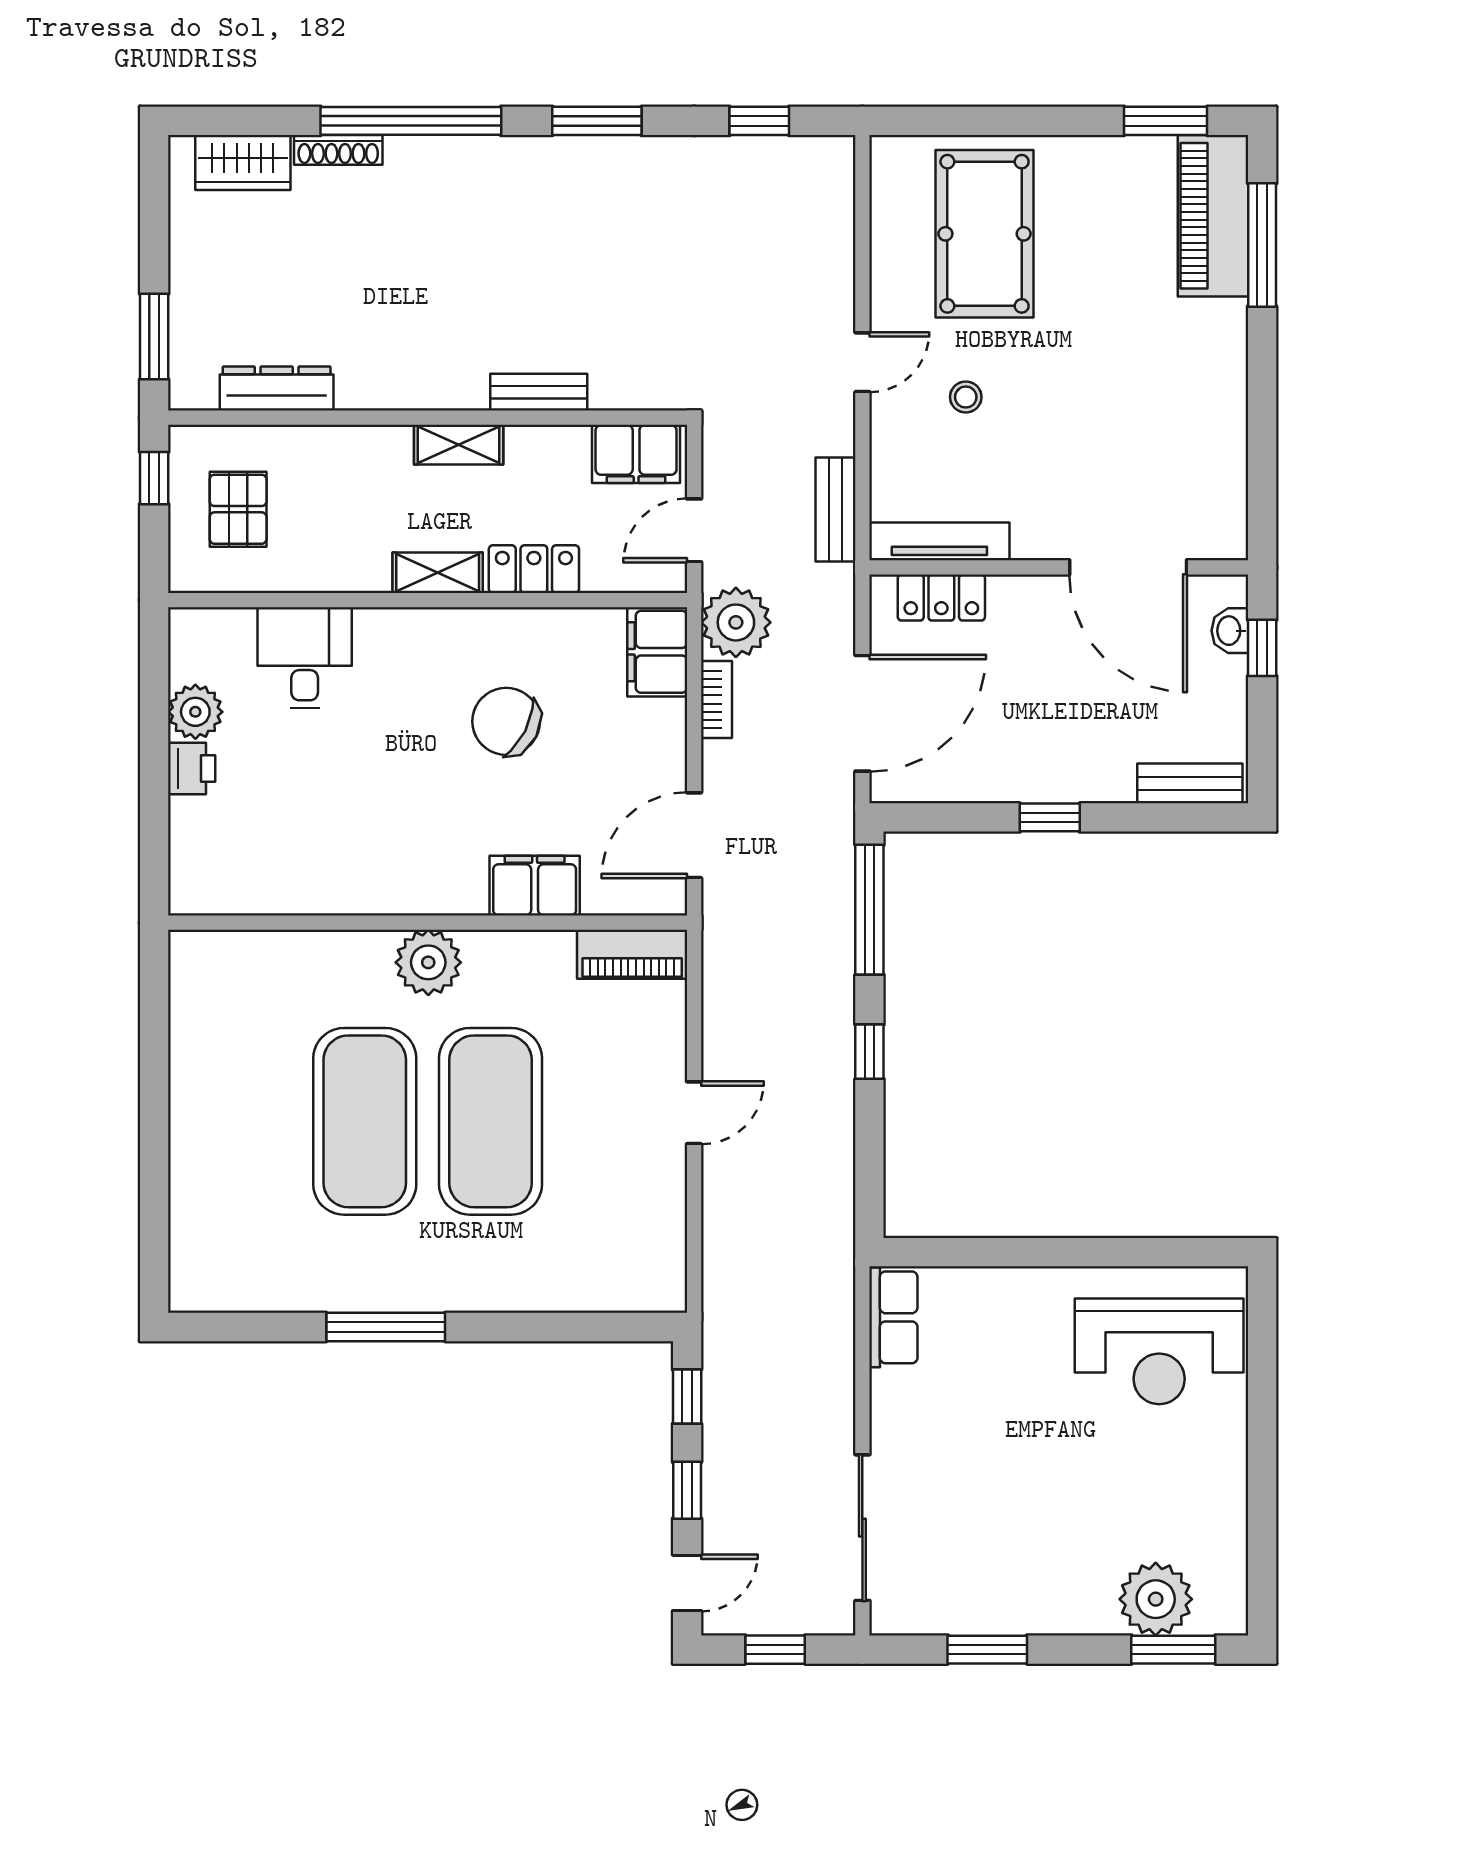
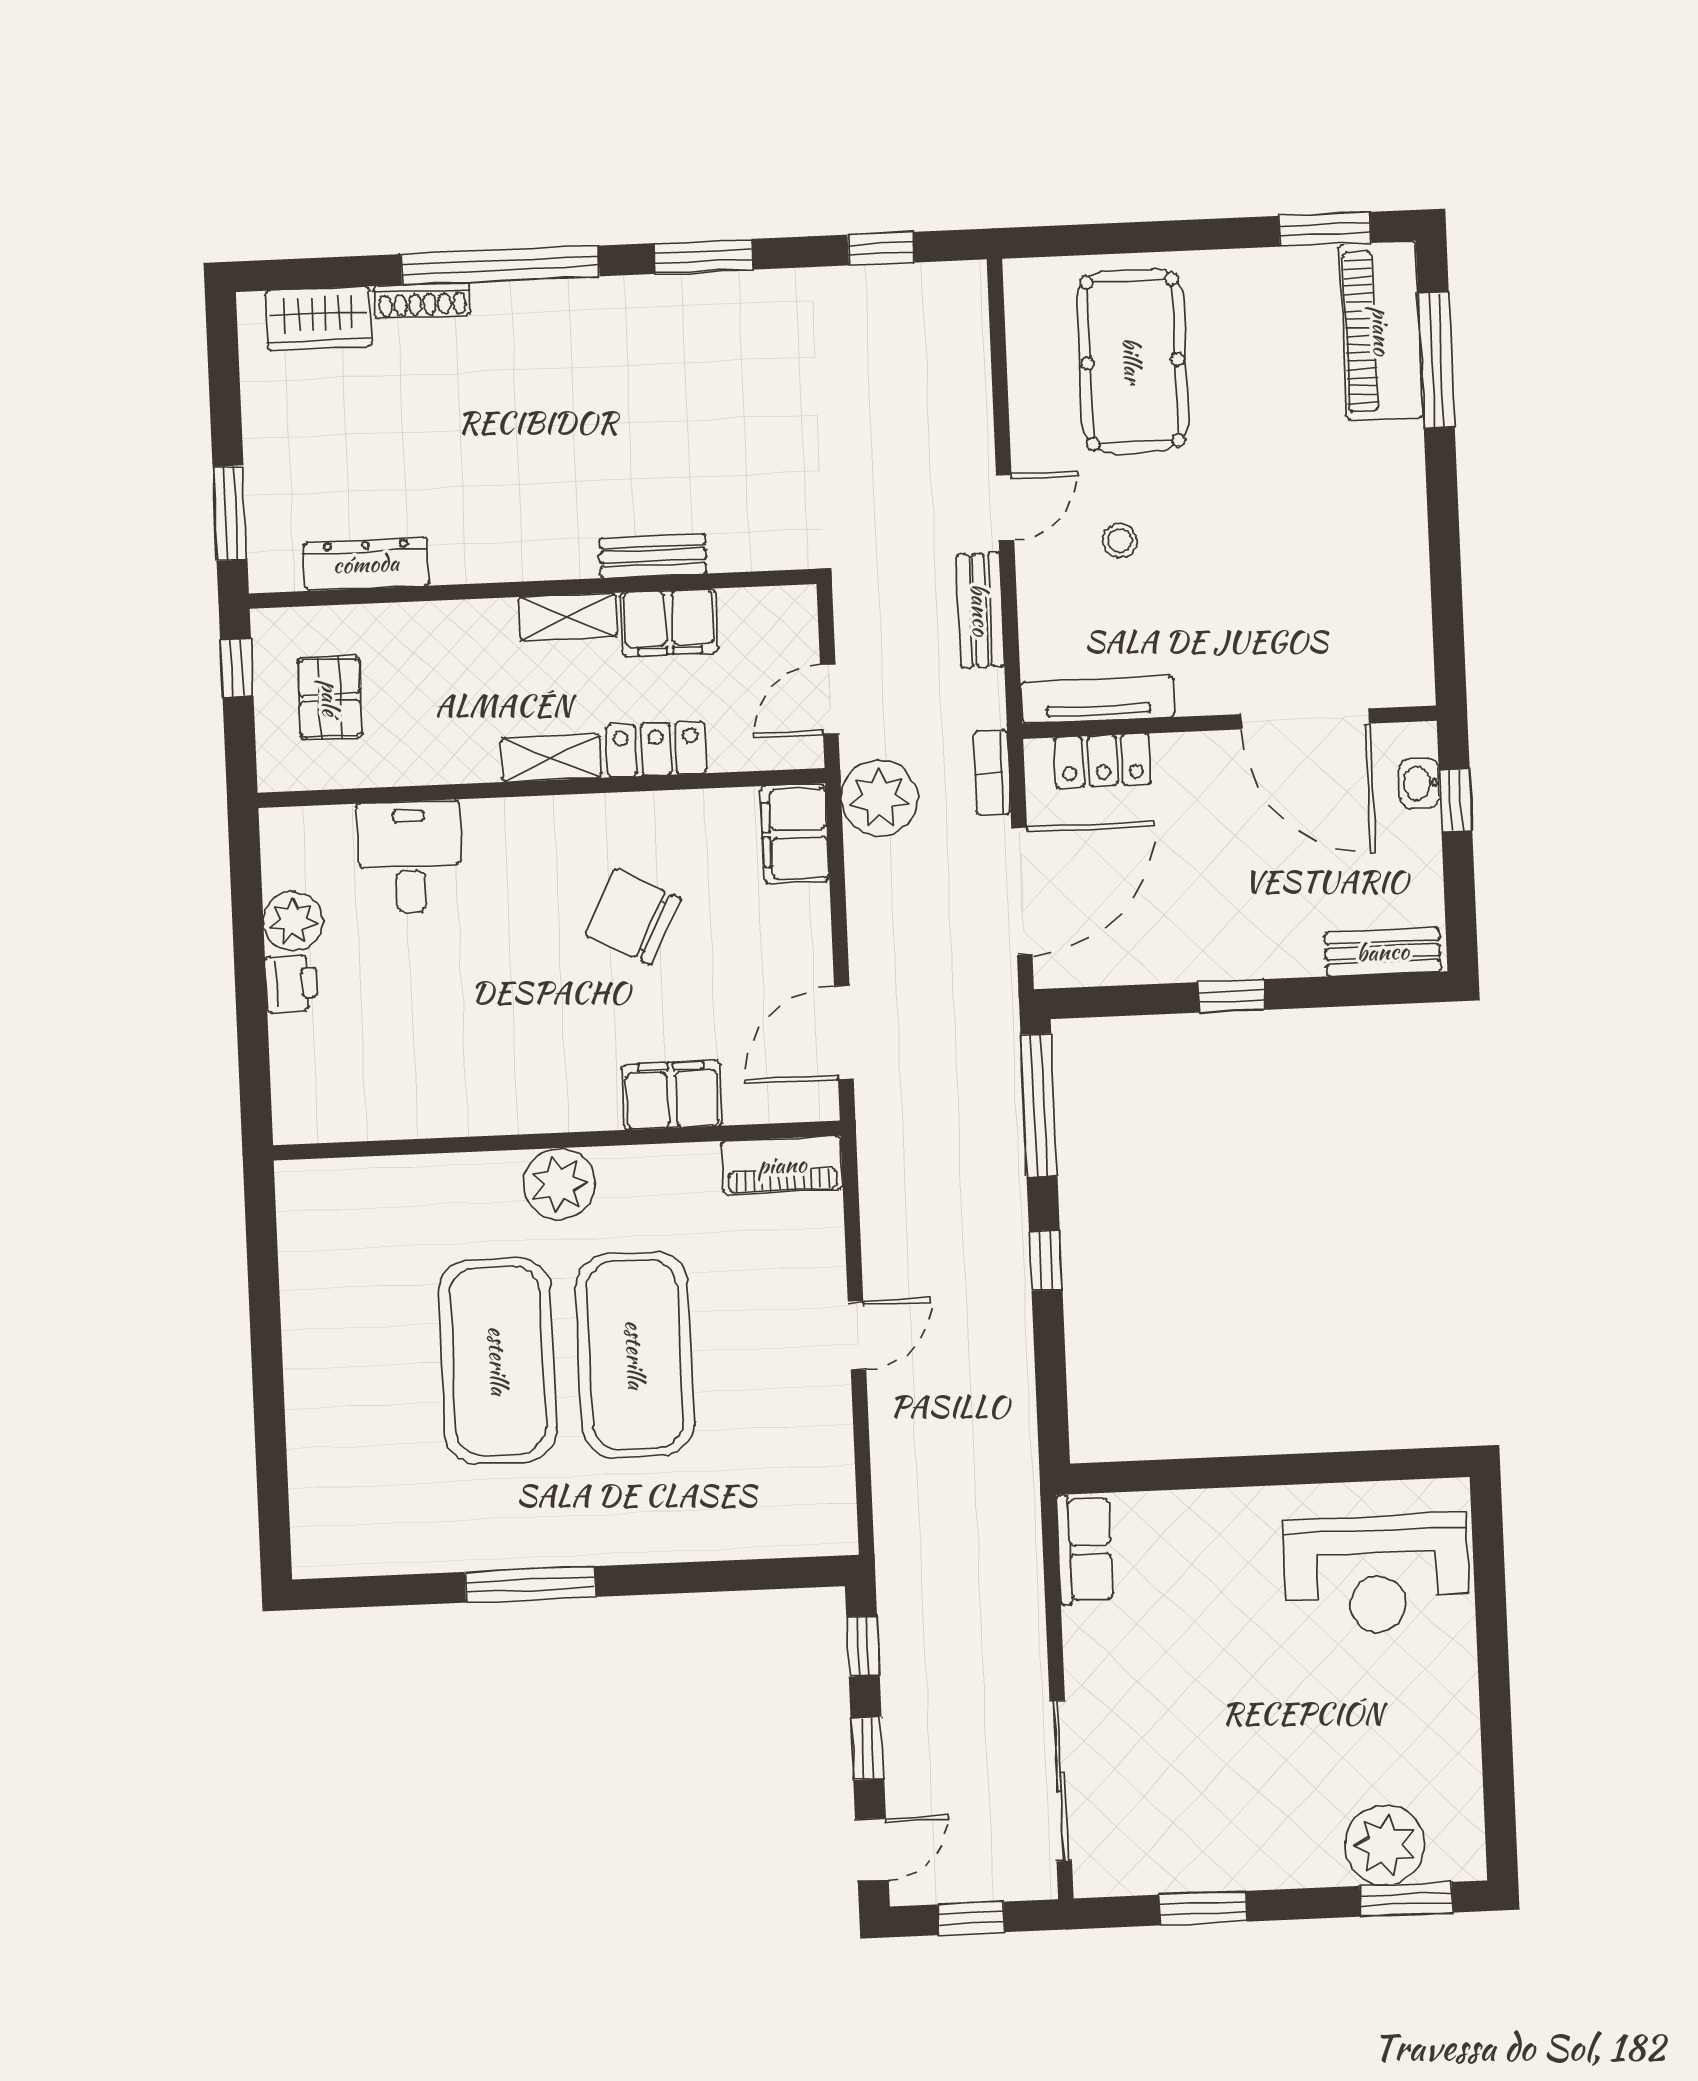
filing cabinet: (636, 454) -> (669, 623), moved
bench: (835, 510) -> (980, 610), moved
bookcase: (717, 700) -> (992, 773), moved, turned 180

